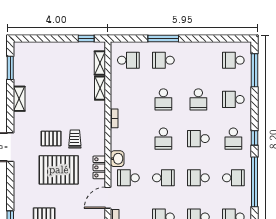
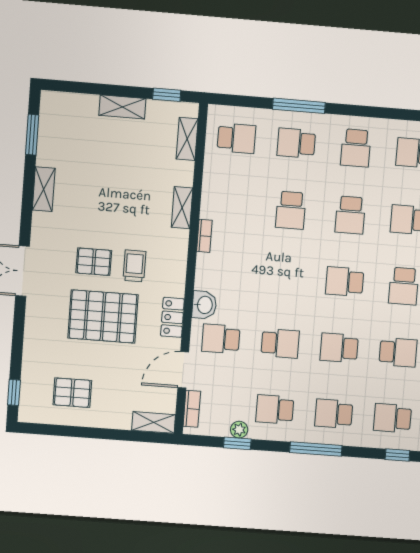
shelving: (61, 48) -> (122, 107), added
shelving: (100, 88) -> (182, 208), moved
school desk: (163, 139) -> (356, 148), moved

